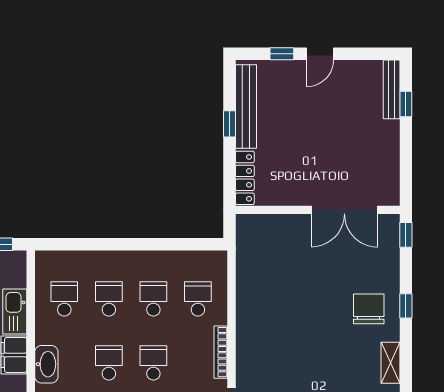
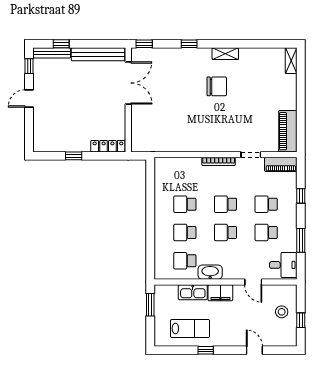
window: (282, 54) -> (29, 66), moved
door: (320, 54) -> (29, 98), swing flipped
bench: (246, 106) -> (98, 54), moved
school desk: (198, 299) -> (185, 176), removed
chair: (369, 309) -> (217, 86), moved, turned 180
washbasin: (46, 364) -> (210, 272), moved

